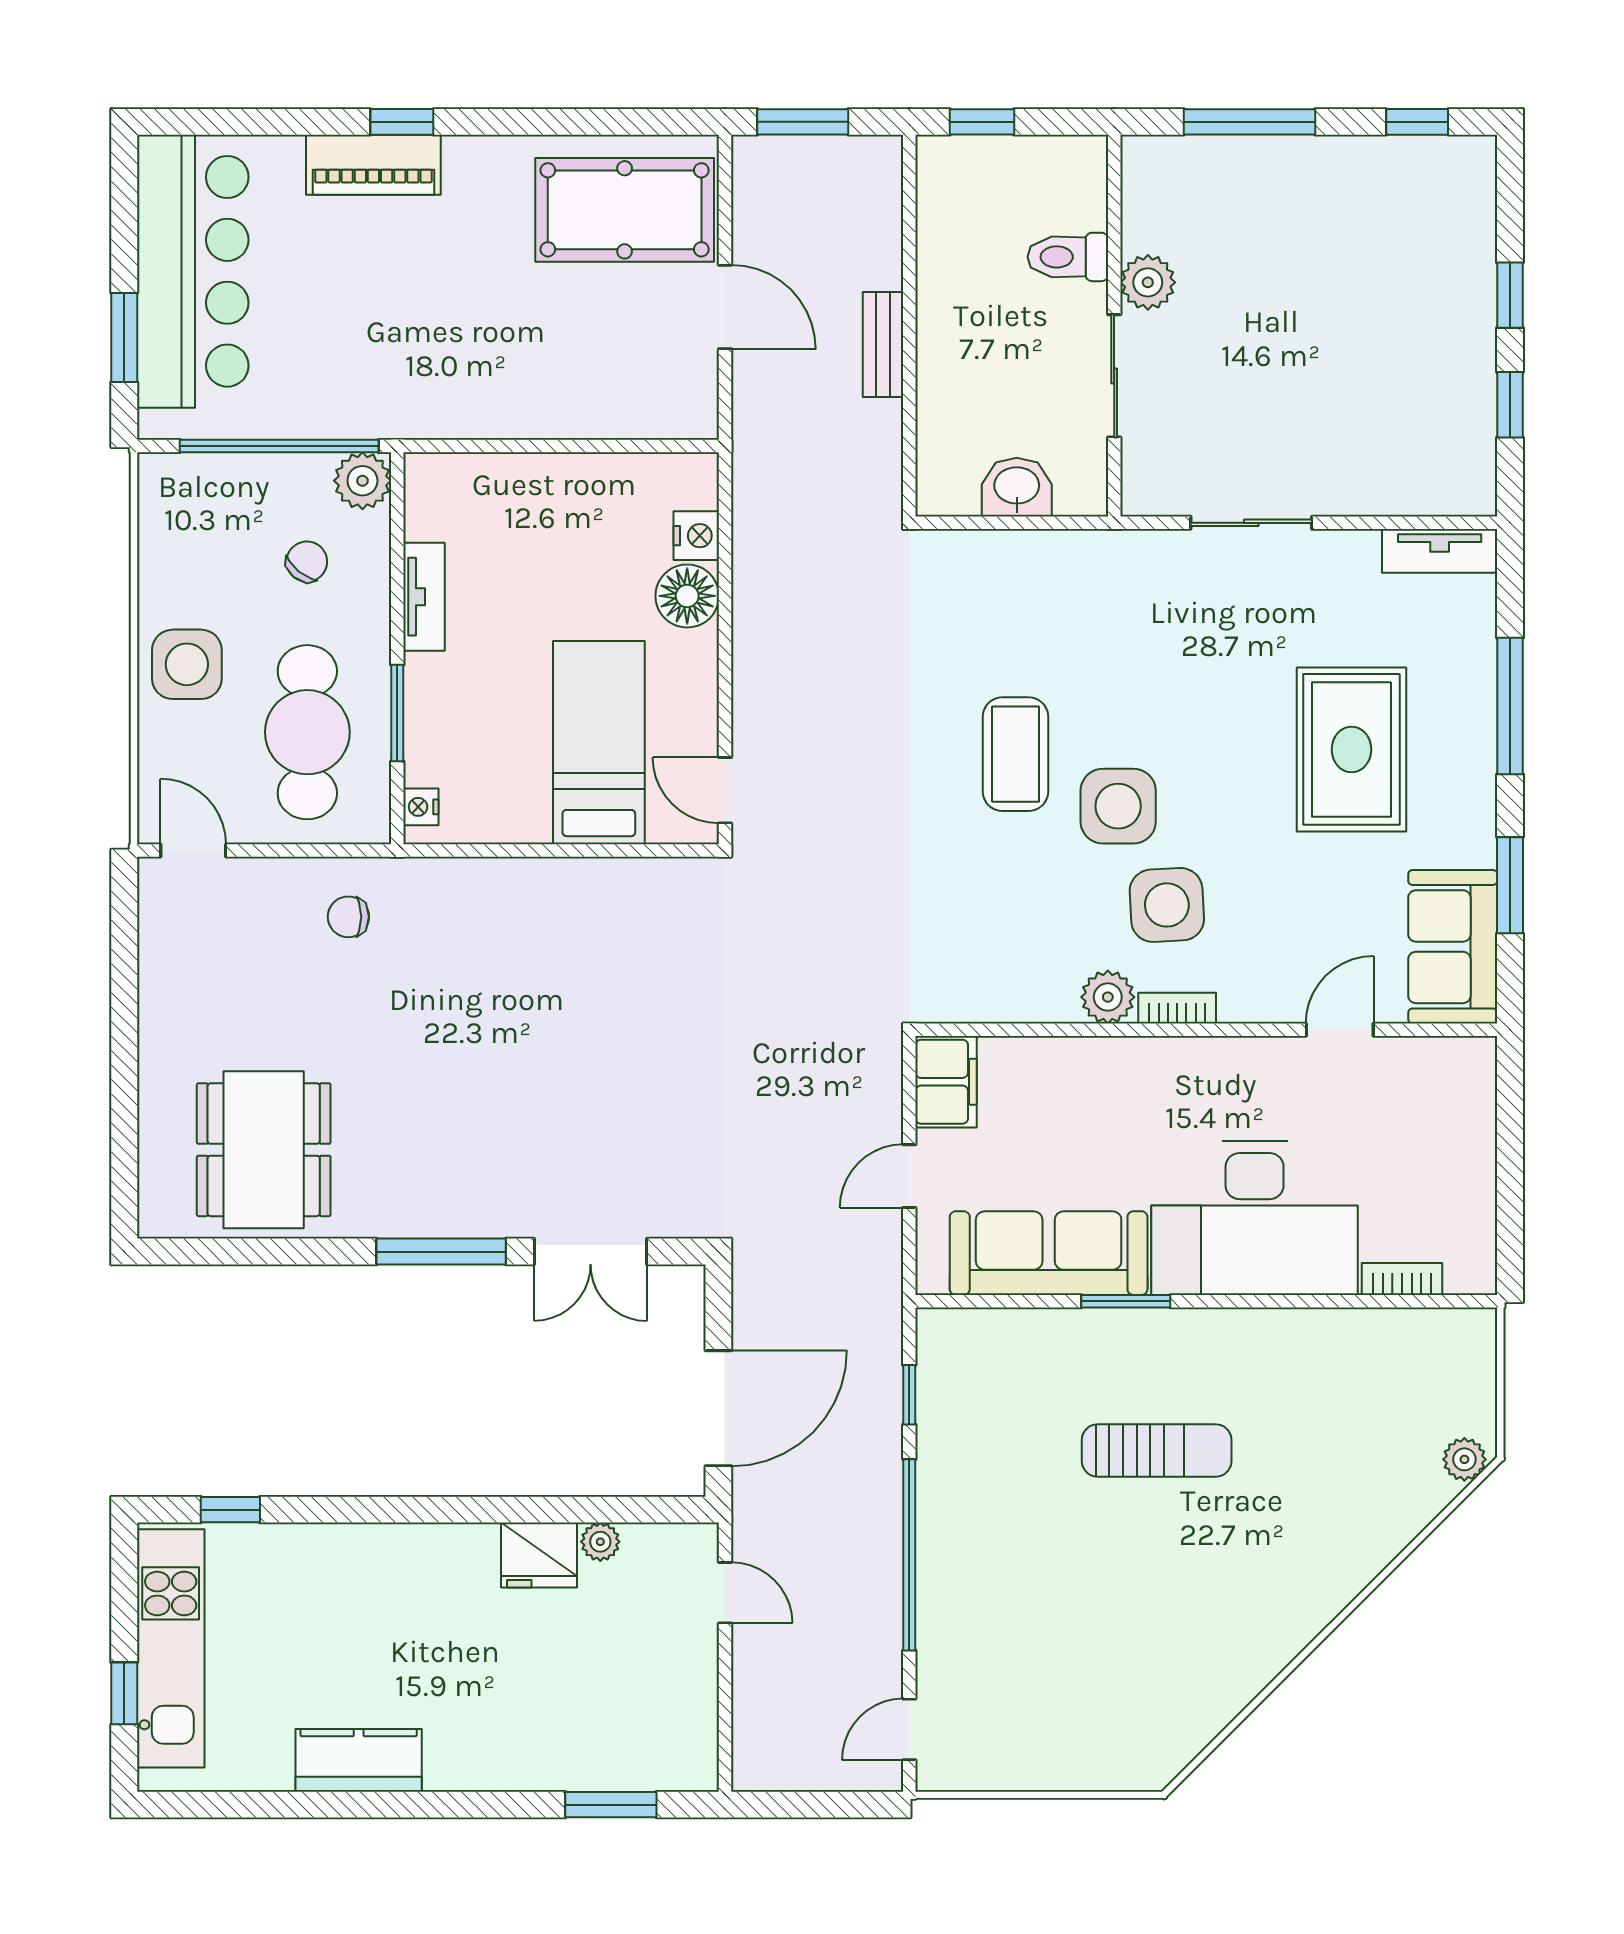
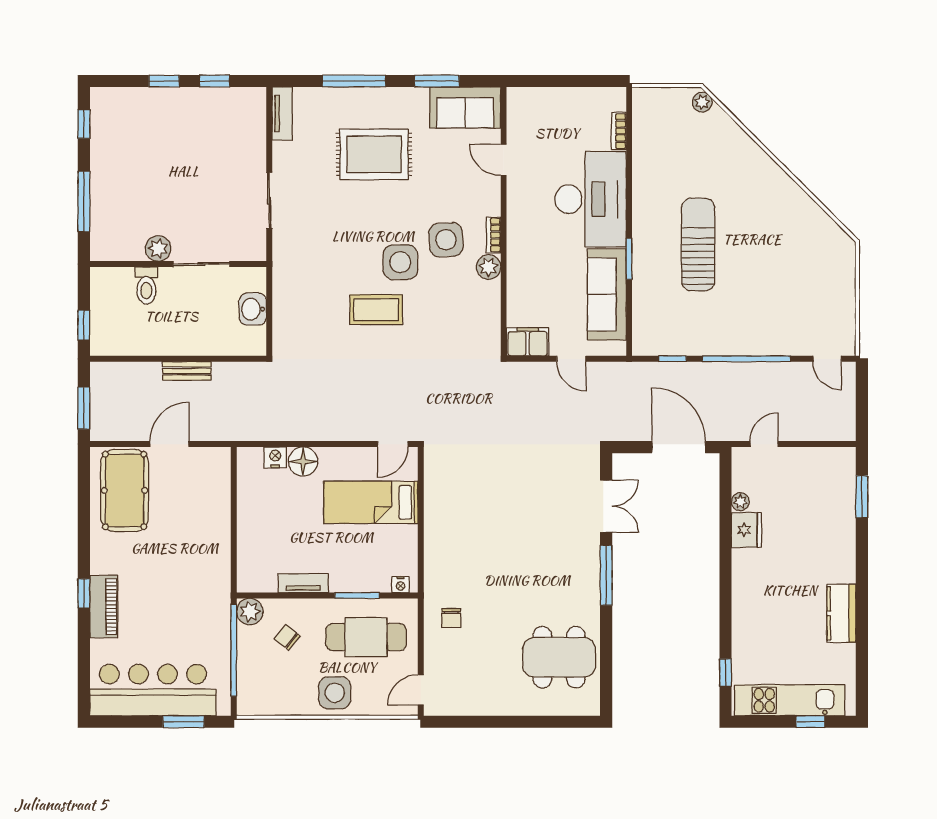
sun lounger: (1157, 1451) -> (698, 244), width x1.36, depth x1.34

